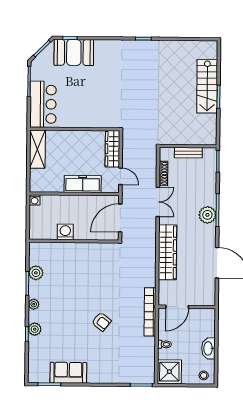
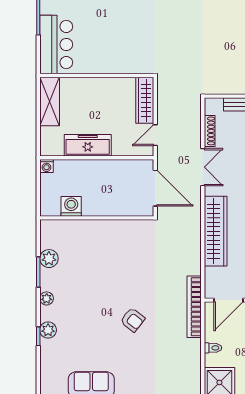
door: (121, 176) -> (155, 135), swing flipped
freezer: (83, 184) -> (88, 145), moved
door: (120, 218) -> (155, 188), swing flipped
washing machine: (65, 232) -> (71, 206), moved

